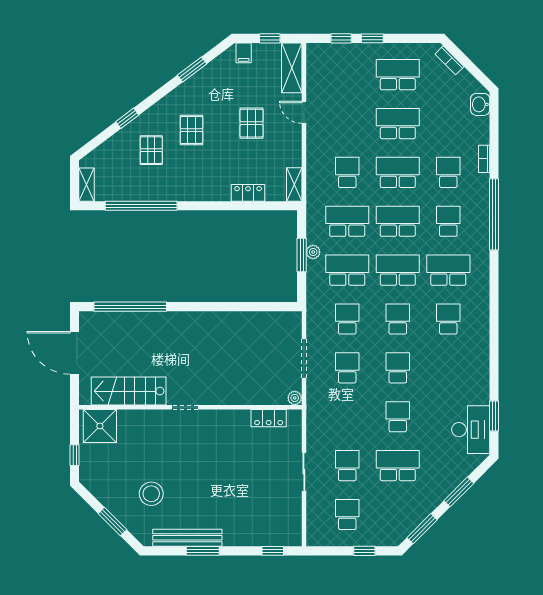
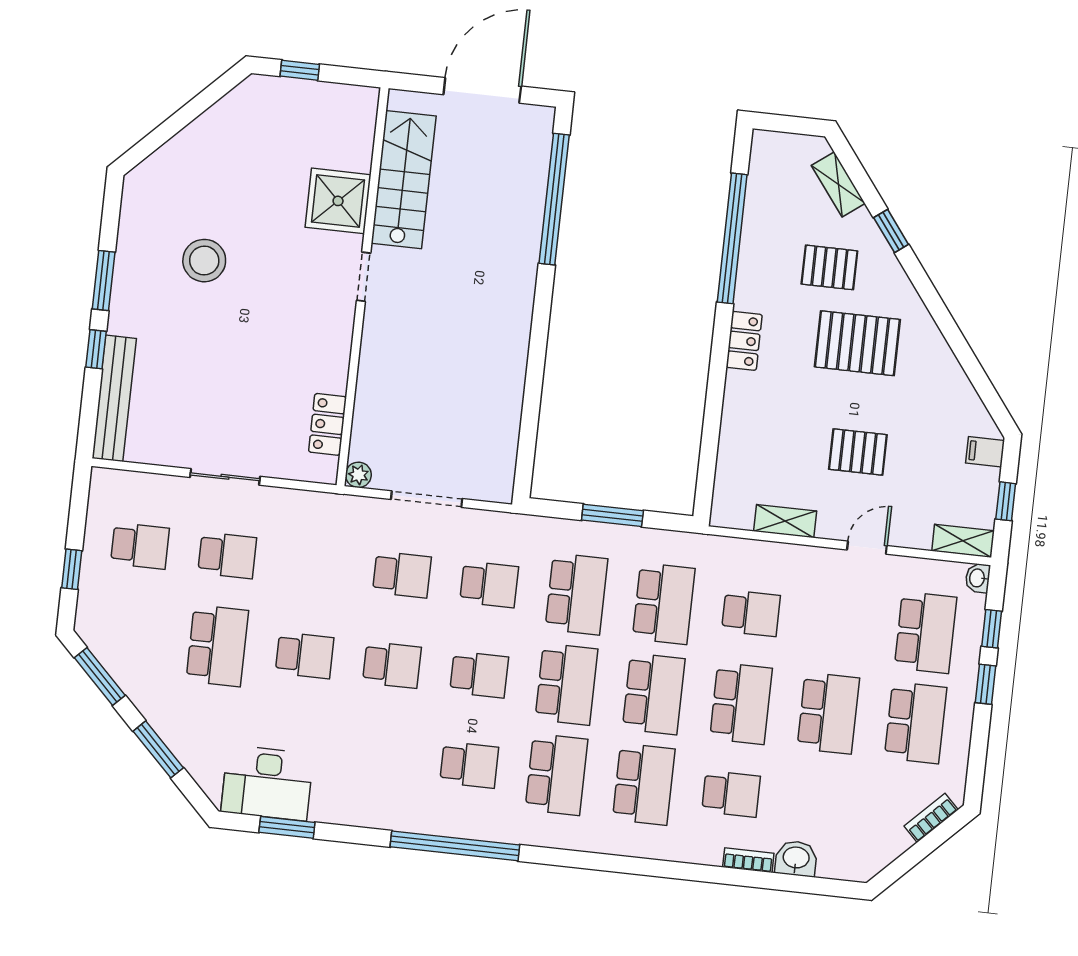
washbasin: (314, 49) -> (978, 578), added
shelving: (292, 68) -> (963, 541), width x0.67, depth x0.75
window: (192, 69) -> (966, 356), removed
school desk: (347, 75) -> (926, 633), added
washbasin: (480, 104) -> (796, 858), moved
pallet: (191, 130) -> (857, 343), width x1.50, depth x1.42
shelving: (294, 184) -> (785, 521), moved
shelving: (87, 185) -> (838, 184), moved, turned 53
locker: (248, 193) -> (744, 341), moved
window: (494, 214) -> (455, 846), moved
school desk: (448, 221) -> (644, 784), width x1.85
plant: (313, 252) -> (616, 537), removed
shower: (100, 426) -> (338, 201), moved
stool: (151, 494) -> (204, 261), moved
window: (112, 522) -> (174, 125), removed
bench: (187, 538) -> (114, 398), moved
window: (273, 551) -> (96, 349), moved

